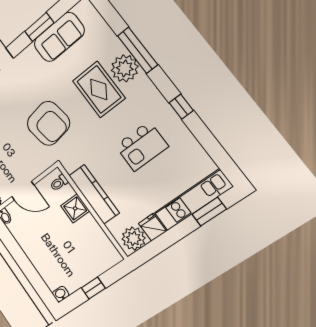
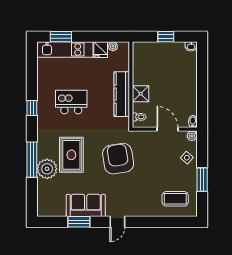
sofa: (59, 37) -> (86, 205), moved
plant: (125, 68) -> (47, 169), moved
plant: (134, 239) -> (113, 46), width x0.53, depth x0.53

